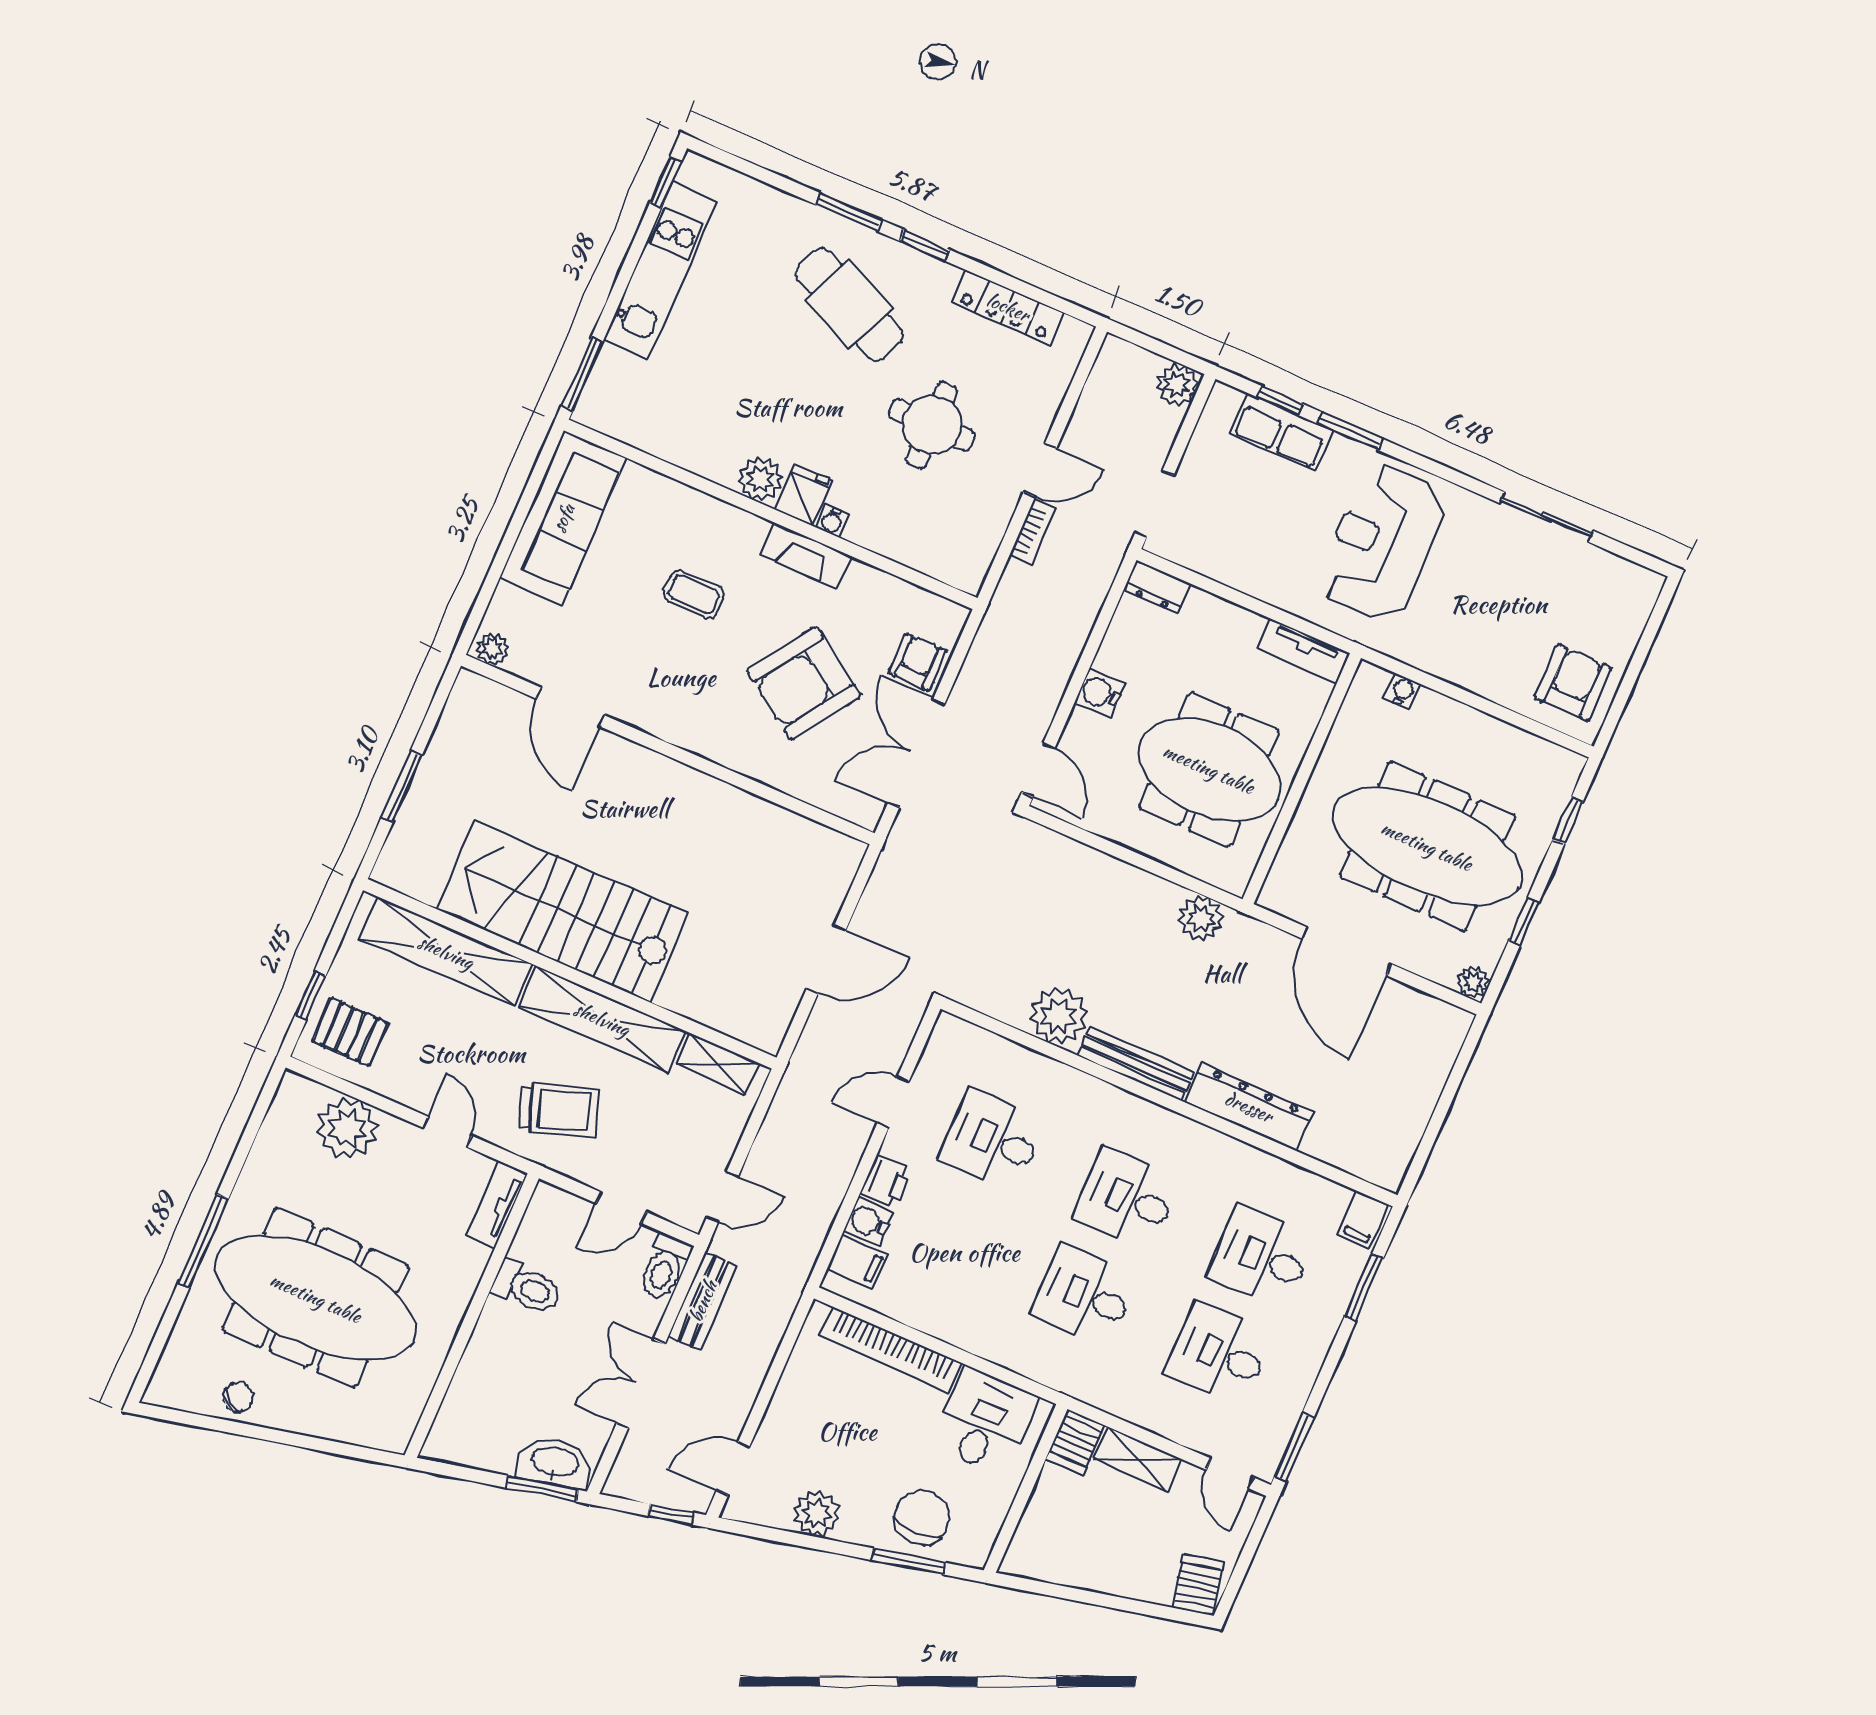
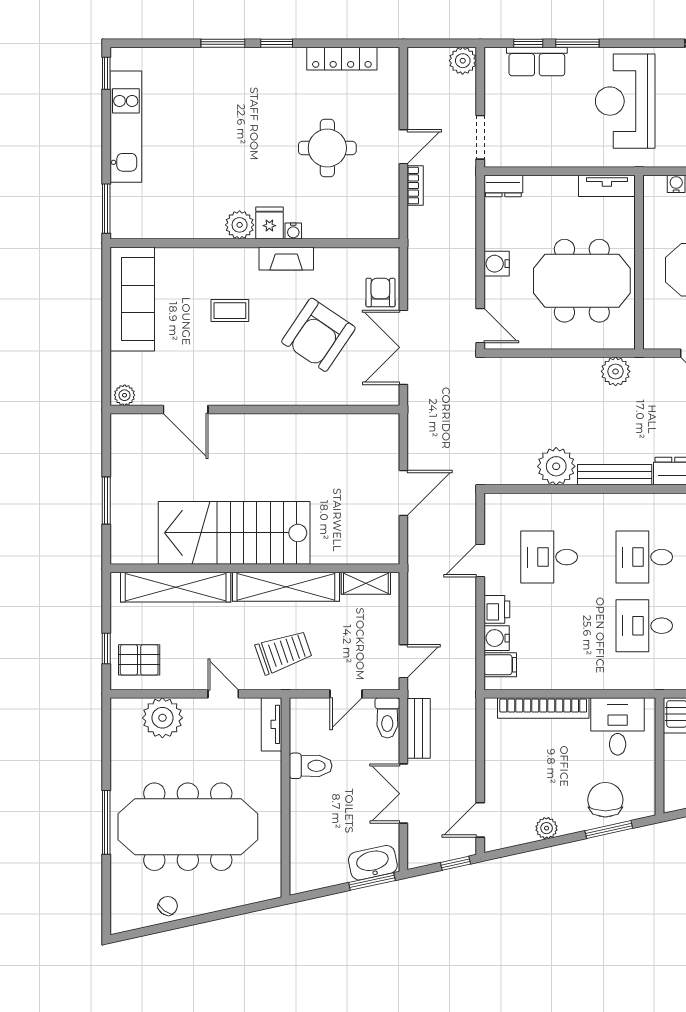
cafe table: (849, 305) -> (247, 98), removed
plant: (817, 1514) -> (547, 828), width x0.73, depth x0.73

